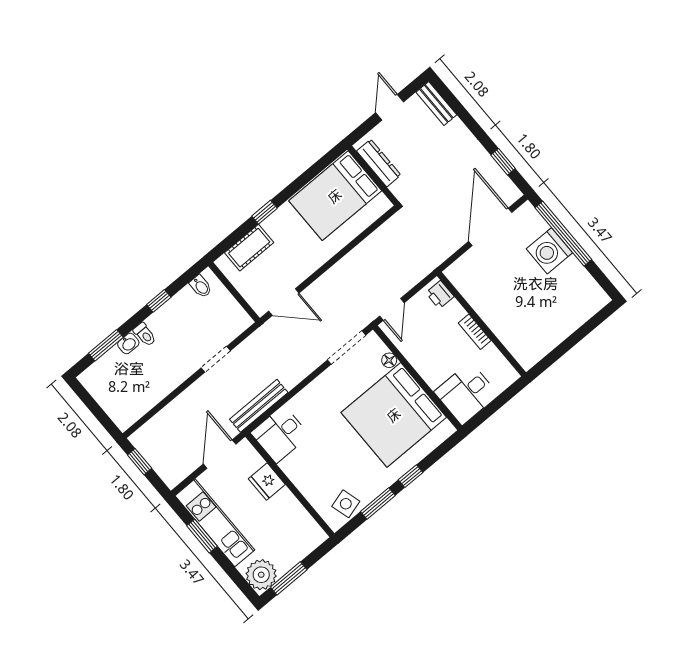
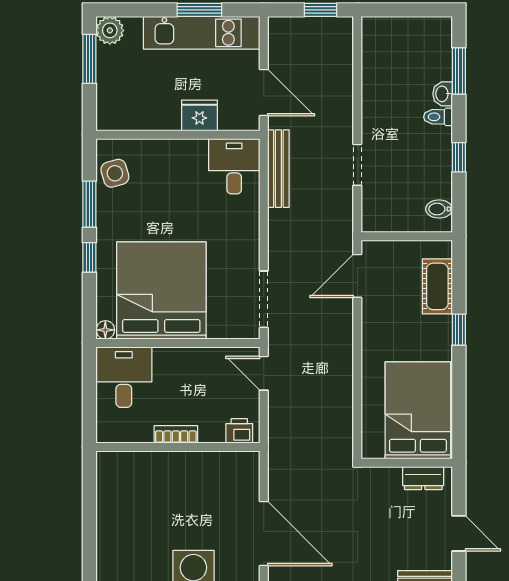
dresser: (379, 163) -> (423, 478), width x0.70
floor lamp: (389, 360) -> (105, 330), moved
plant: (261, 575) -> (110, 30), width x0.73, depth x0.73

